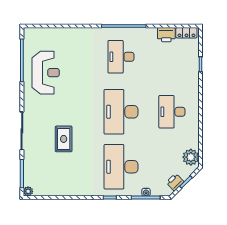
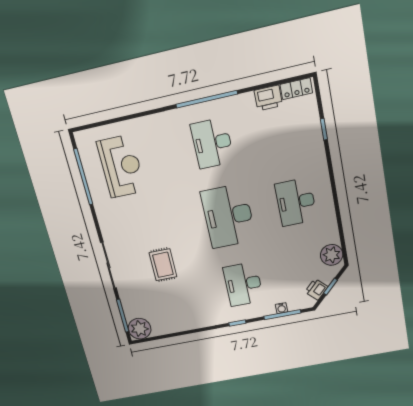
reception desk: (46, 73) -> (121, 166), moved
desk: (121, 167) -> (243, 284), width x0.73, depth x0.77
plant: (28, 191) -> (140, 329), width x1.87, depth x1.87

